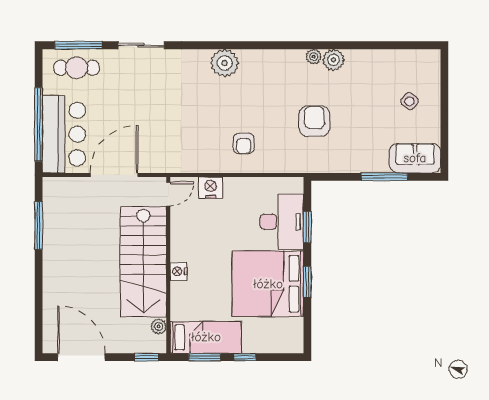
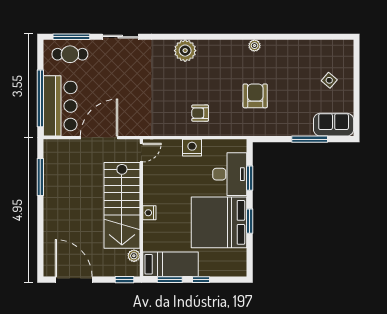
plant: (333, 60) -> (270, 48), removed
armchair: (244, 143) -> (200, 113), turned 90
nightstand: (211, 188) -> (192, 148), moved

